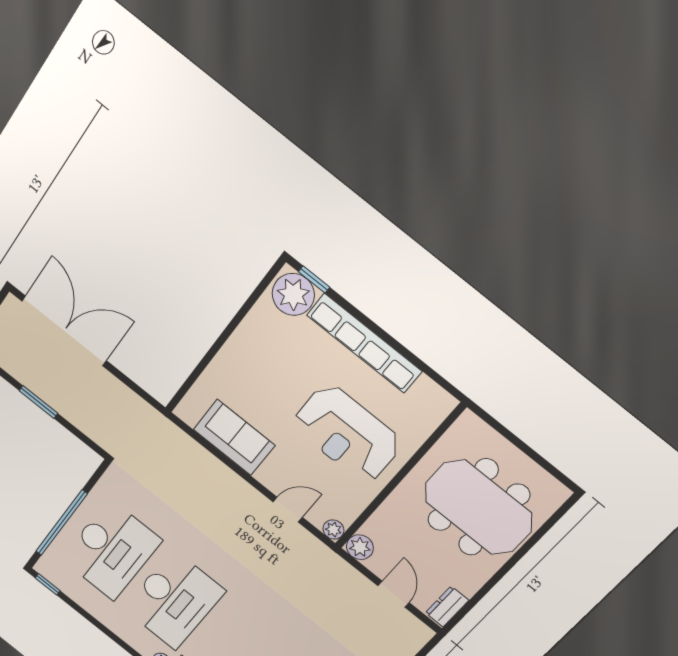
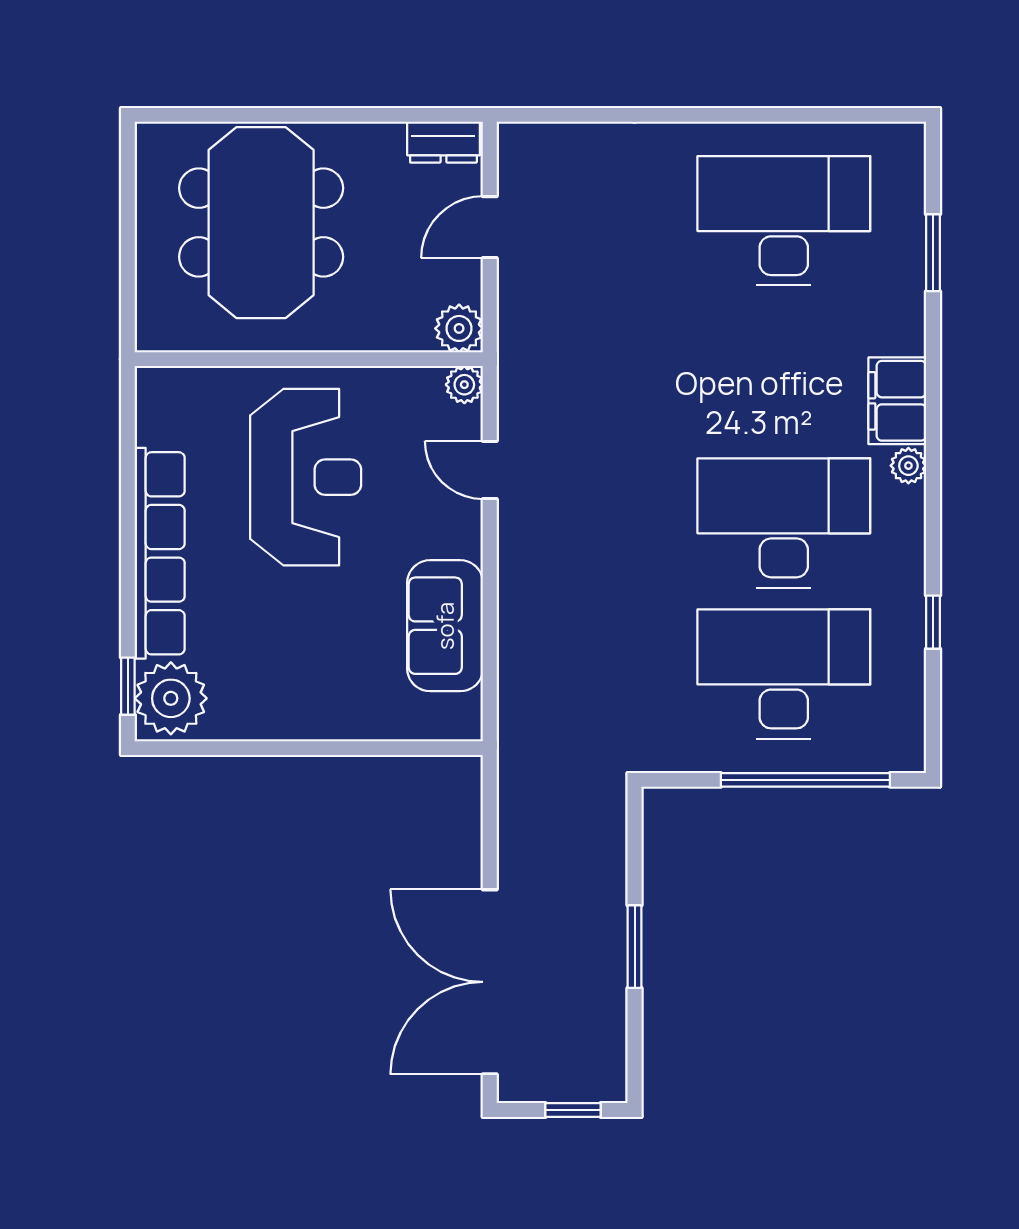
window: (48, 584) -> (933, 622), moved

